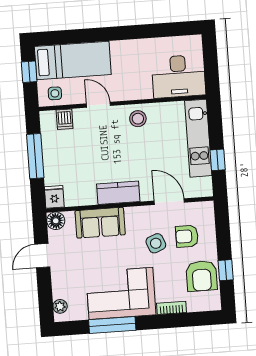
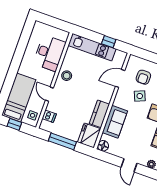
desk: (179, 76) -> (49, 53), moved
door: (98, 105) -> (49, 94), hinge flipped
kitchen counter: (118, 193) -> (99, 114), moved
fridge: (54, 197) -> (89, 135), width x1.88, depth x1.34
door: (42, 256) -> (129, 165), moved

